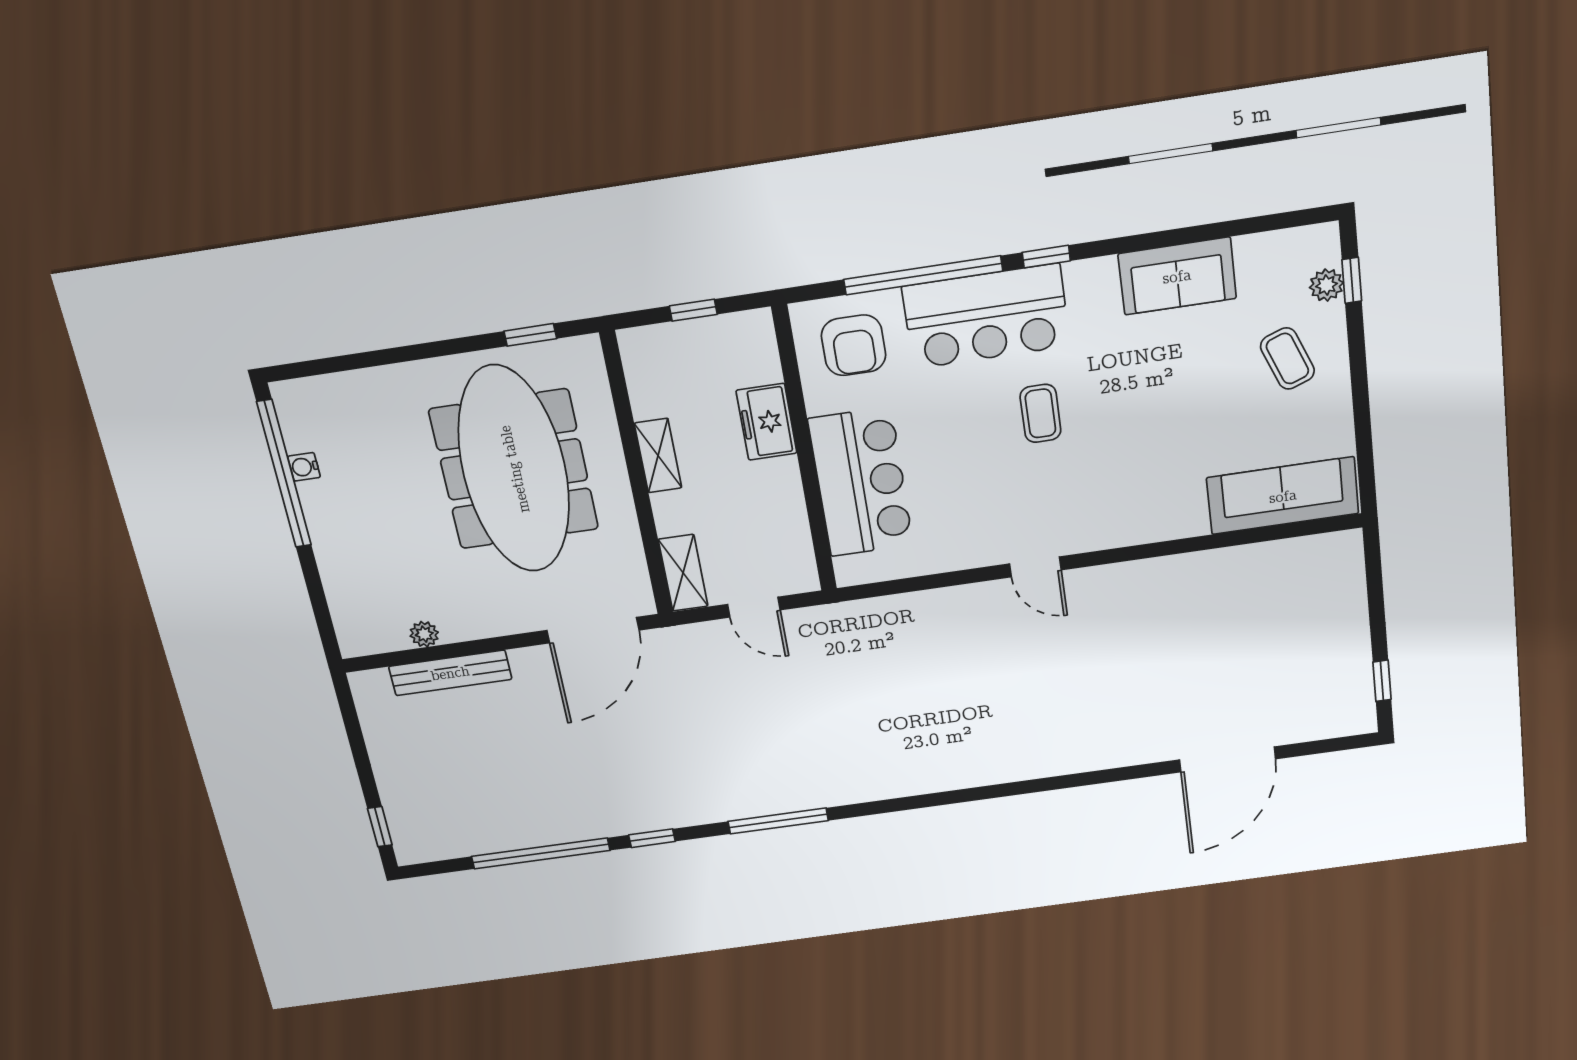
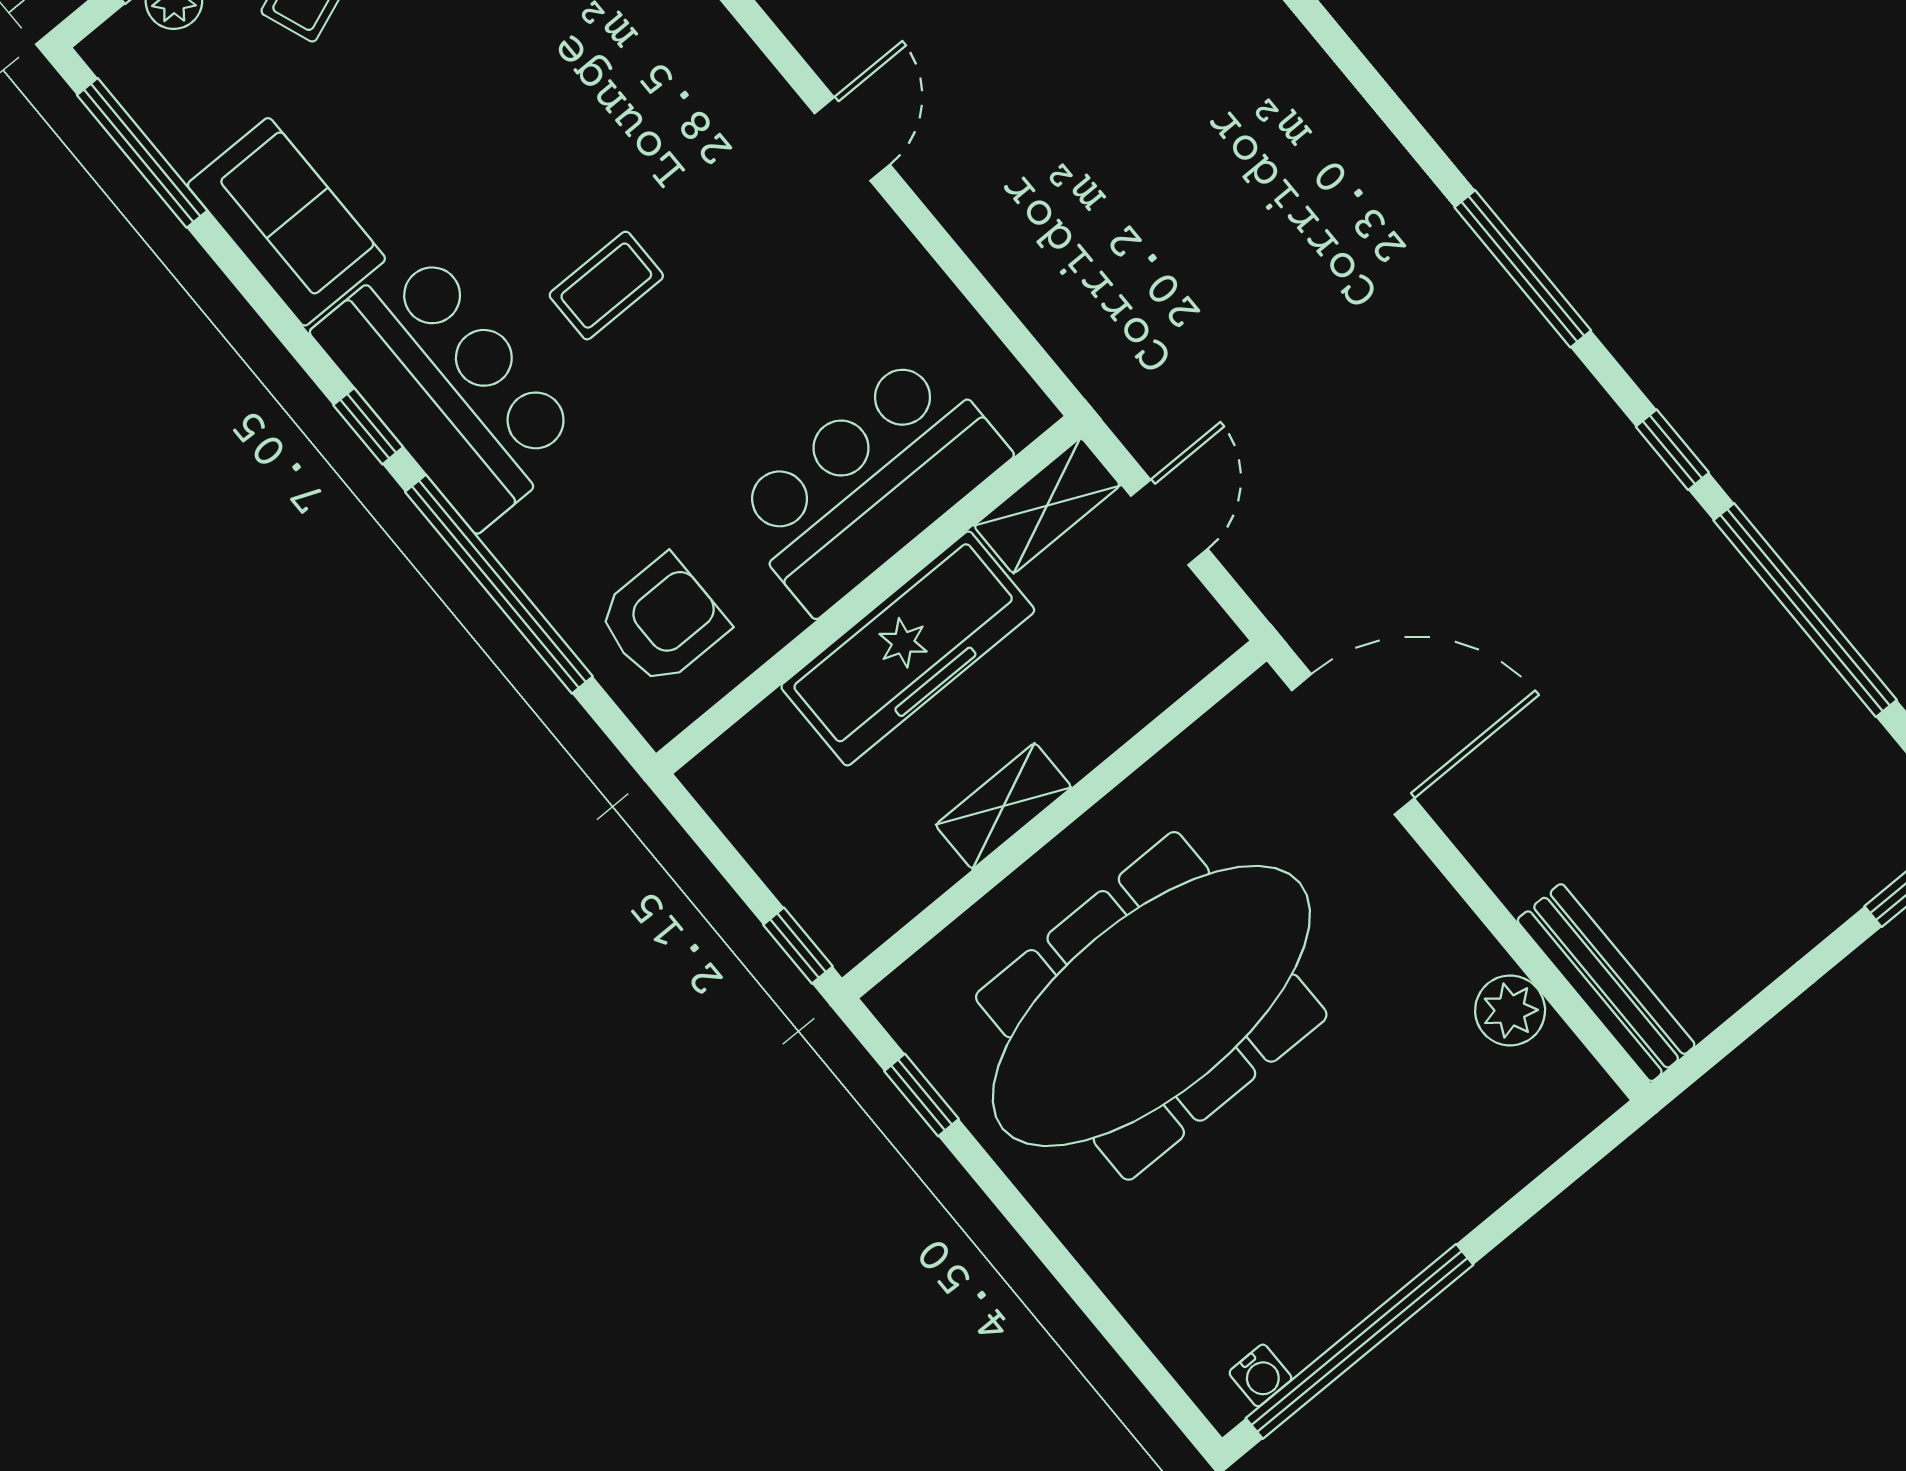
window: (1262, 224) -> (142, 153), added
window: (693, 310) -> (798, 946), moved
bar counter: (986, 316) -> (449, 387), moved
freezer: (766, 422) -> (908, 648), width x1.91, depth x1.26
water cooler: (304, 467) -> (1260, 1375), moved
shelving: (683, 573) -> (1047, 506), moved
plant: (424, 634) -> (1510, 1010), width x1.38, depth x1.38
bench: (450, 673) -> (1606, 983), moved

